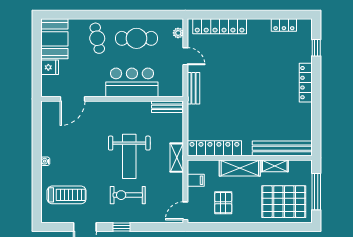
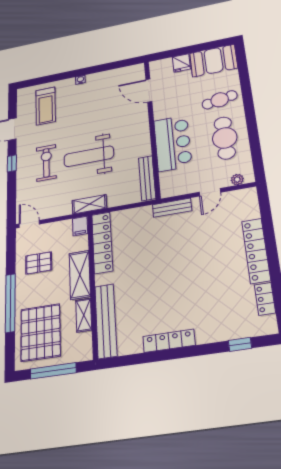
locker: (220, 26) -> (256, 251), moved
locker: (306, 83) -> (169, 341), moved
bench: (167, 107) -> (147, 178), width x1.36
filing cabinet: (196, 180) -> (80, 226), moved
window: (255, 227) -> (10, 303), added

